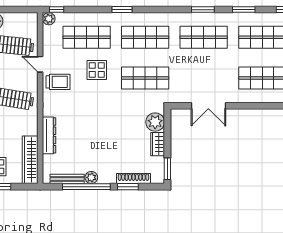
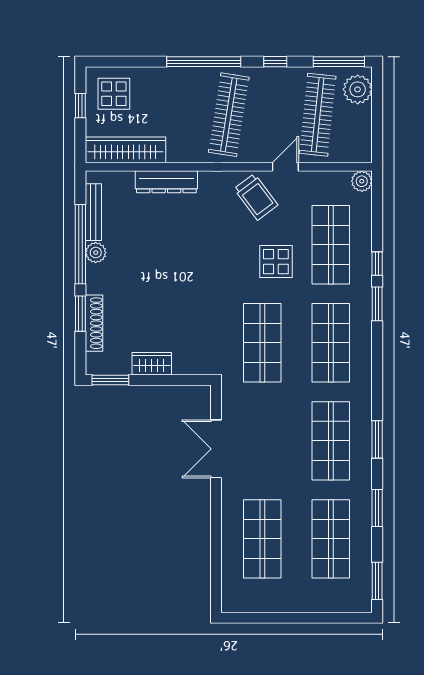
window: (57, 10) -> (377, 264), moved
trolley: (58, 82) -> (256, 197), turned -37
plant: (155, 122) -> (189, 360), removed

